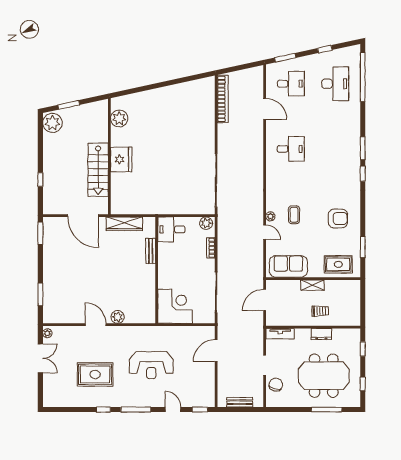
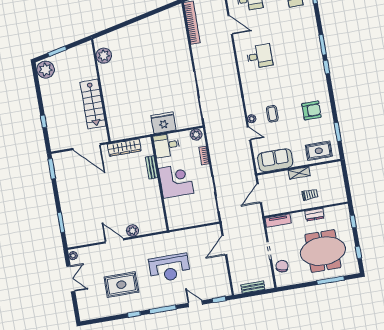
fridge: (121, 159) -> (163, 123), moved, turned -90
corner desk: (175, 306) -> (176, 181), moved

